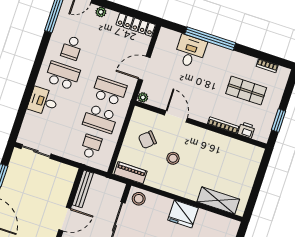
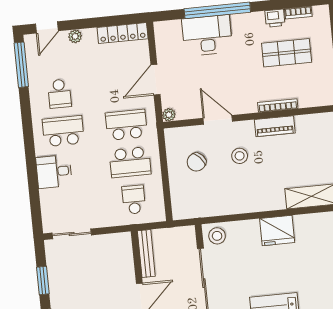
desk: (190, 51) -> (207, 35), width x1.37
printer: (246, 130) -> (275, 18), moved, turned 180
stool: (173, 158) -> (240, 156), moved
piano: (130, 173) -> (275, 126), moved, turned 180

